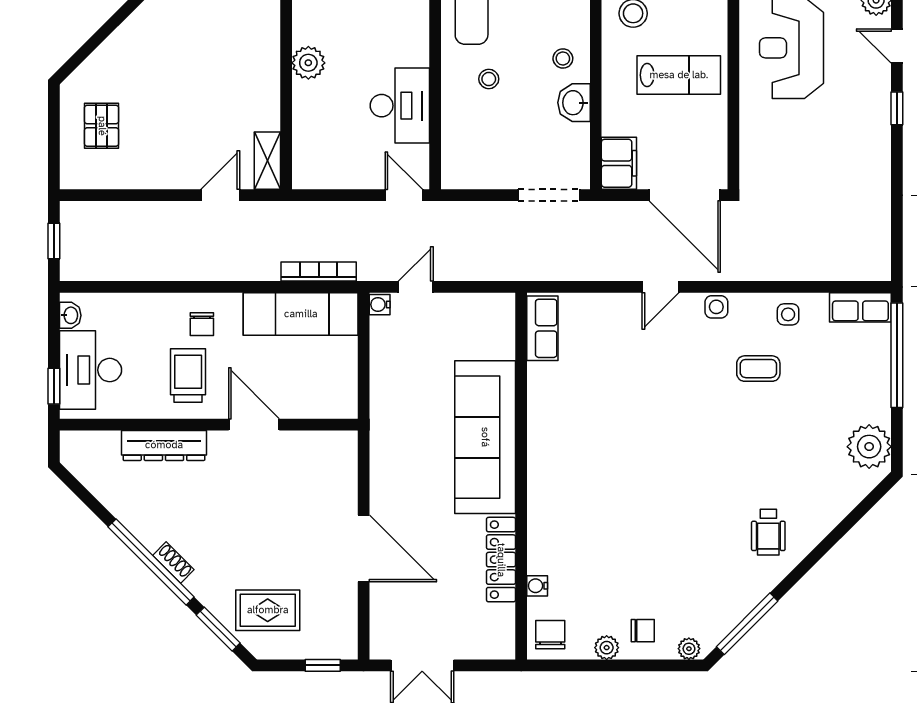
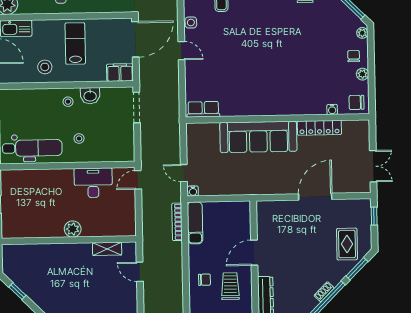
shelving: (267, 161) -> (107, 249), moved
exam couch: (301, 314) -> (195, 223), width x0.73, depth x0.69
trolley: (188, 375) -> (230, 286), turned 90

